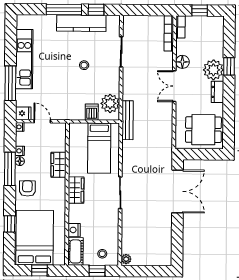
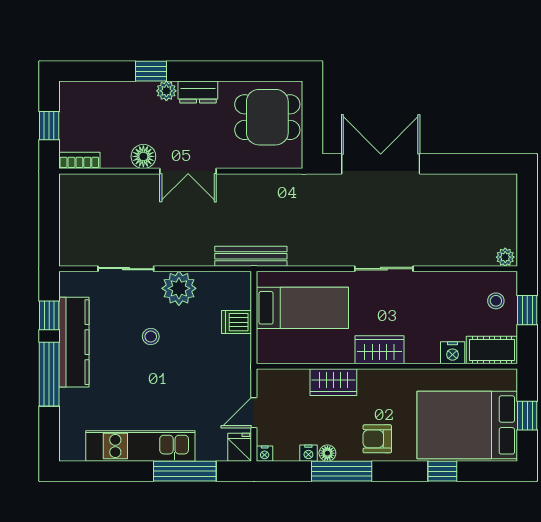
bookcase: (169, 33) -> (91, 182), removed
plant: (213, 70) -> (166, 91), width x0.53, depth x0.53
plant: (110, 103) -> (179, 288), moved
dining table: (203, 130) -> (267, 117), turned 90

